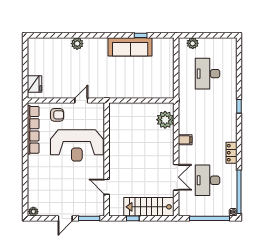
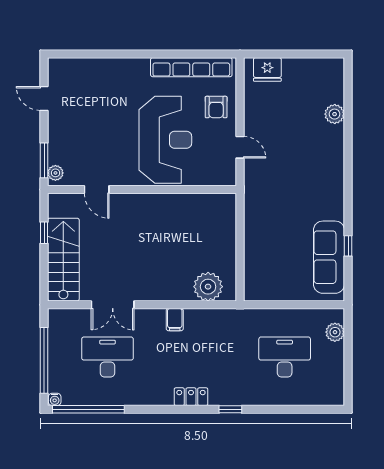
plant: (77, 44) -> (335, 114), moved
sofa: (130, 47) -> (329, 257), moved
reception desk: (77, 145) -> (165, 140), turned 180
locker: (231, 153) -> (191, 397), moved
door: (107, 187) -> (97, 189), swing flipped
plant: (33, 212) -> (55, 173), moved
door: (65, 218) -> (44, 98), moved

